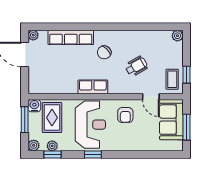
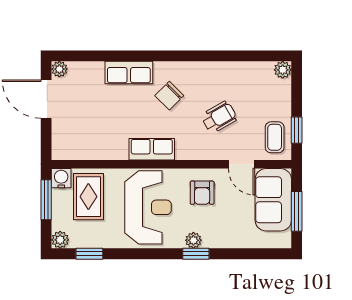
row of seats: (71, 37) -> (129, 72), width x0.68
plant: (52, 146) -> (193, 240), moved
window: (93, 154) -> (196, 254), moved

